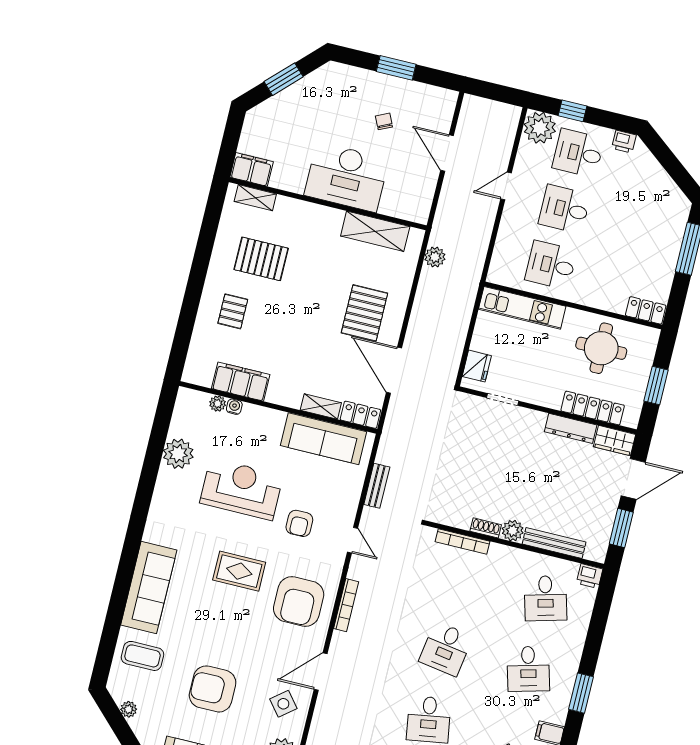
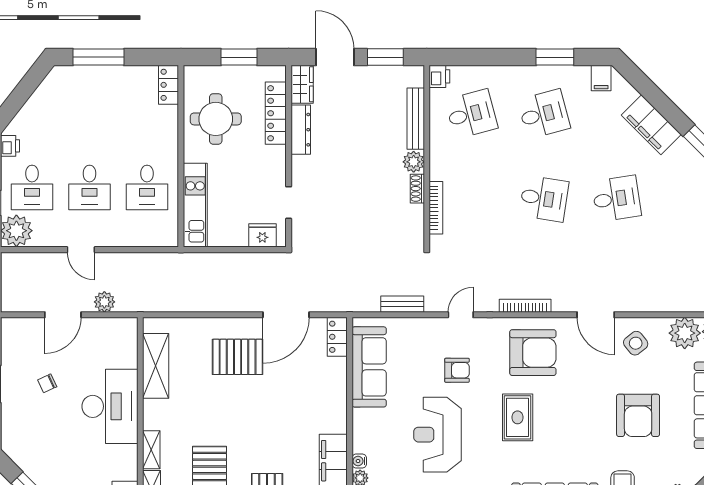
plant: (435, 257) -> (104, 302), moved
shelving: (321, 406) -> (151, 450), moved

